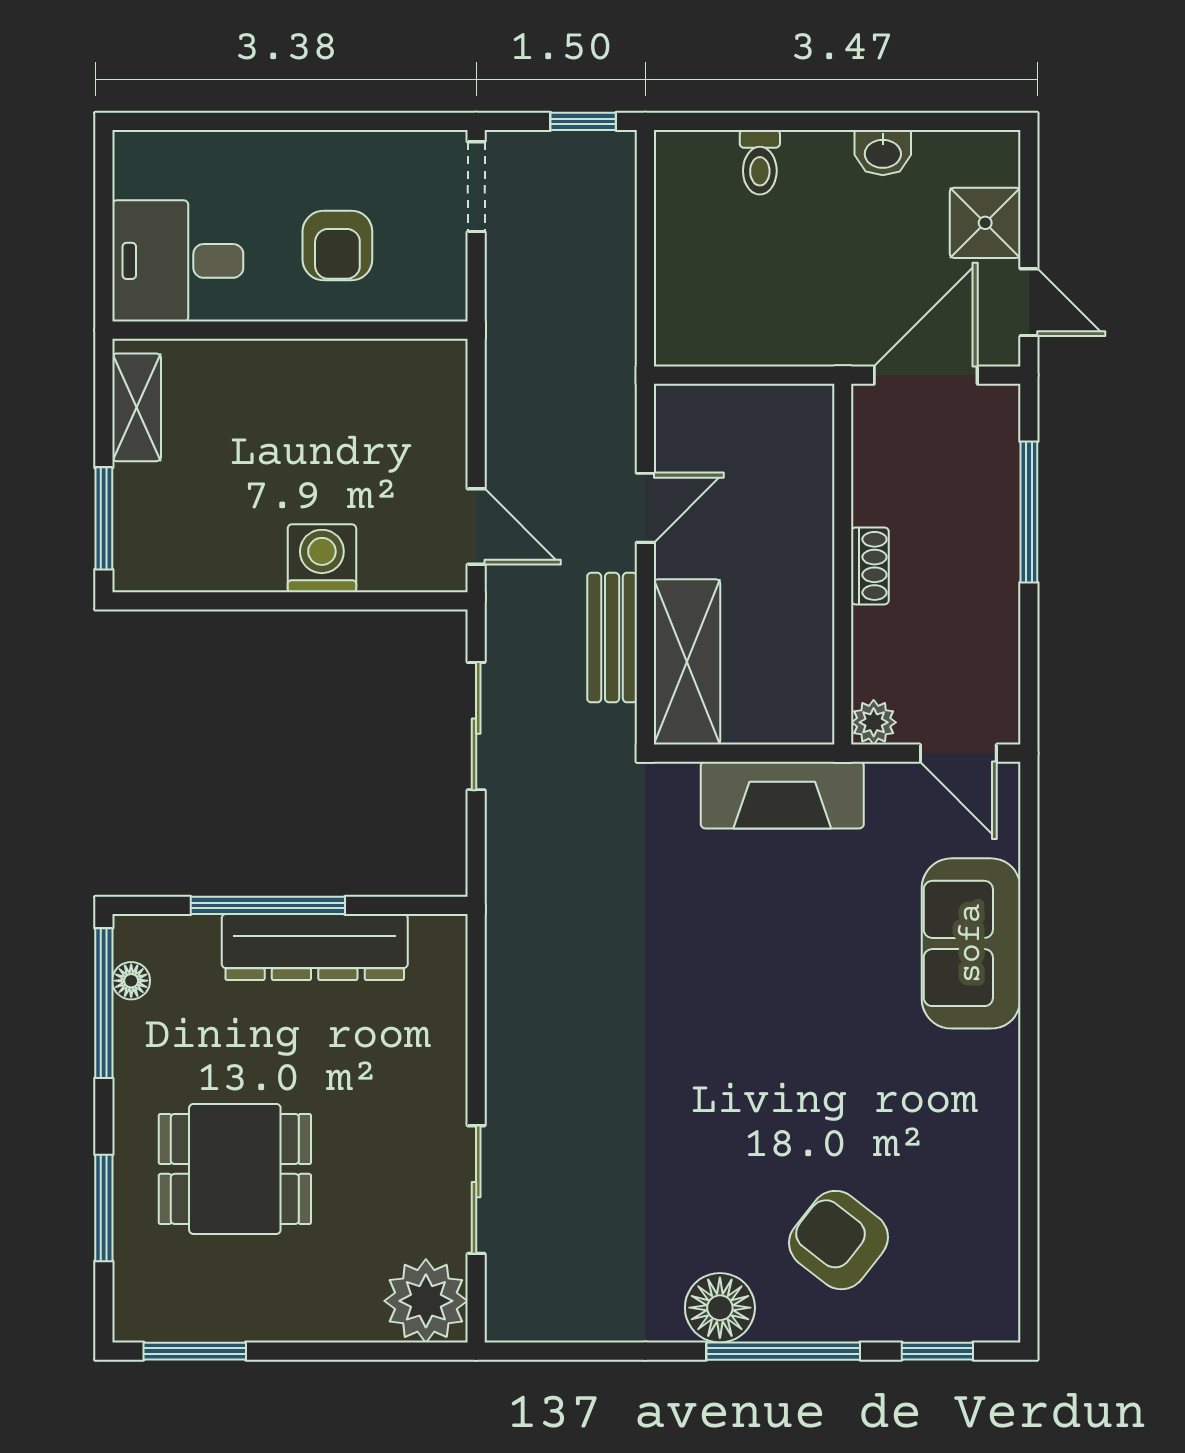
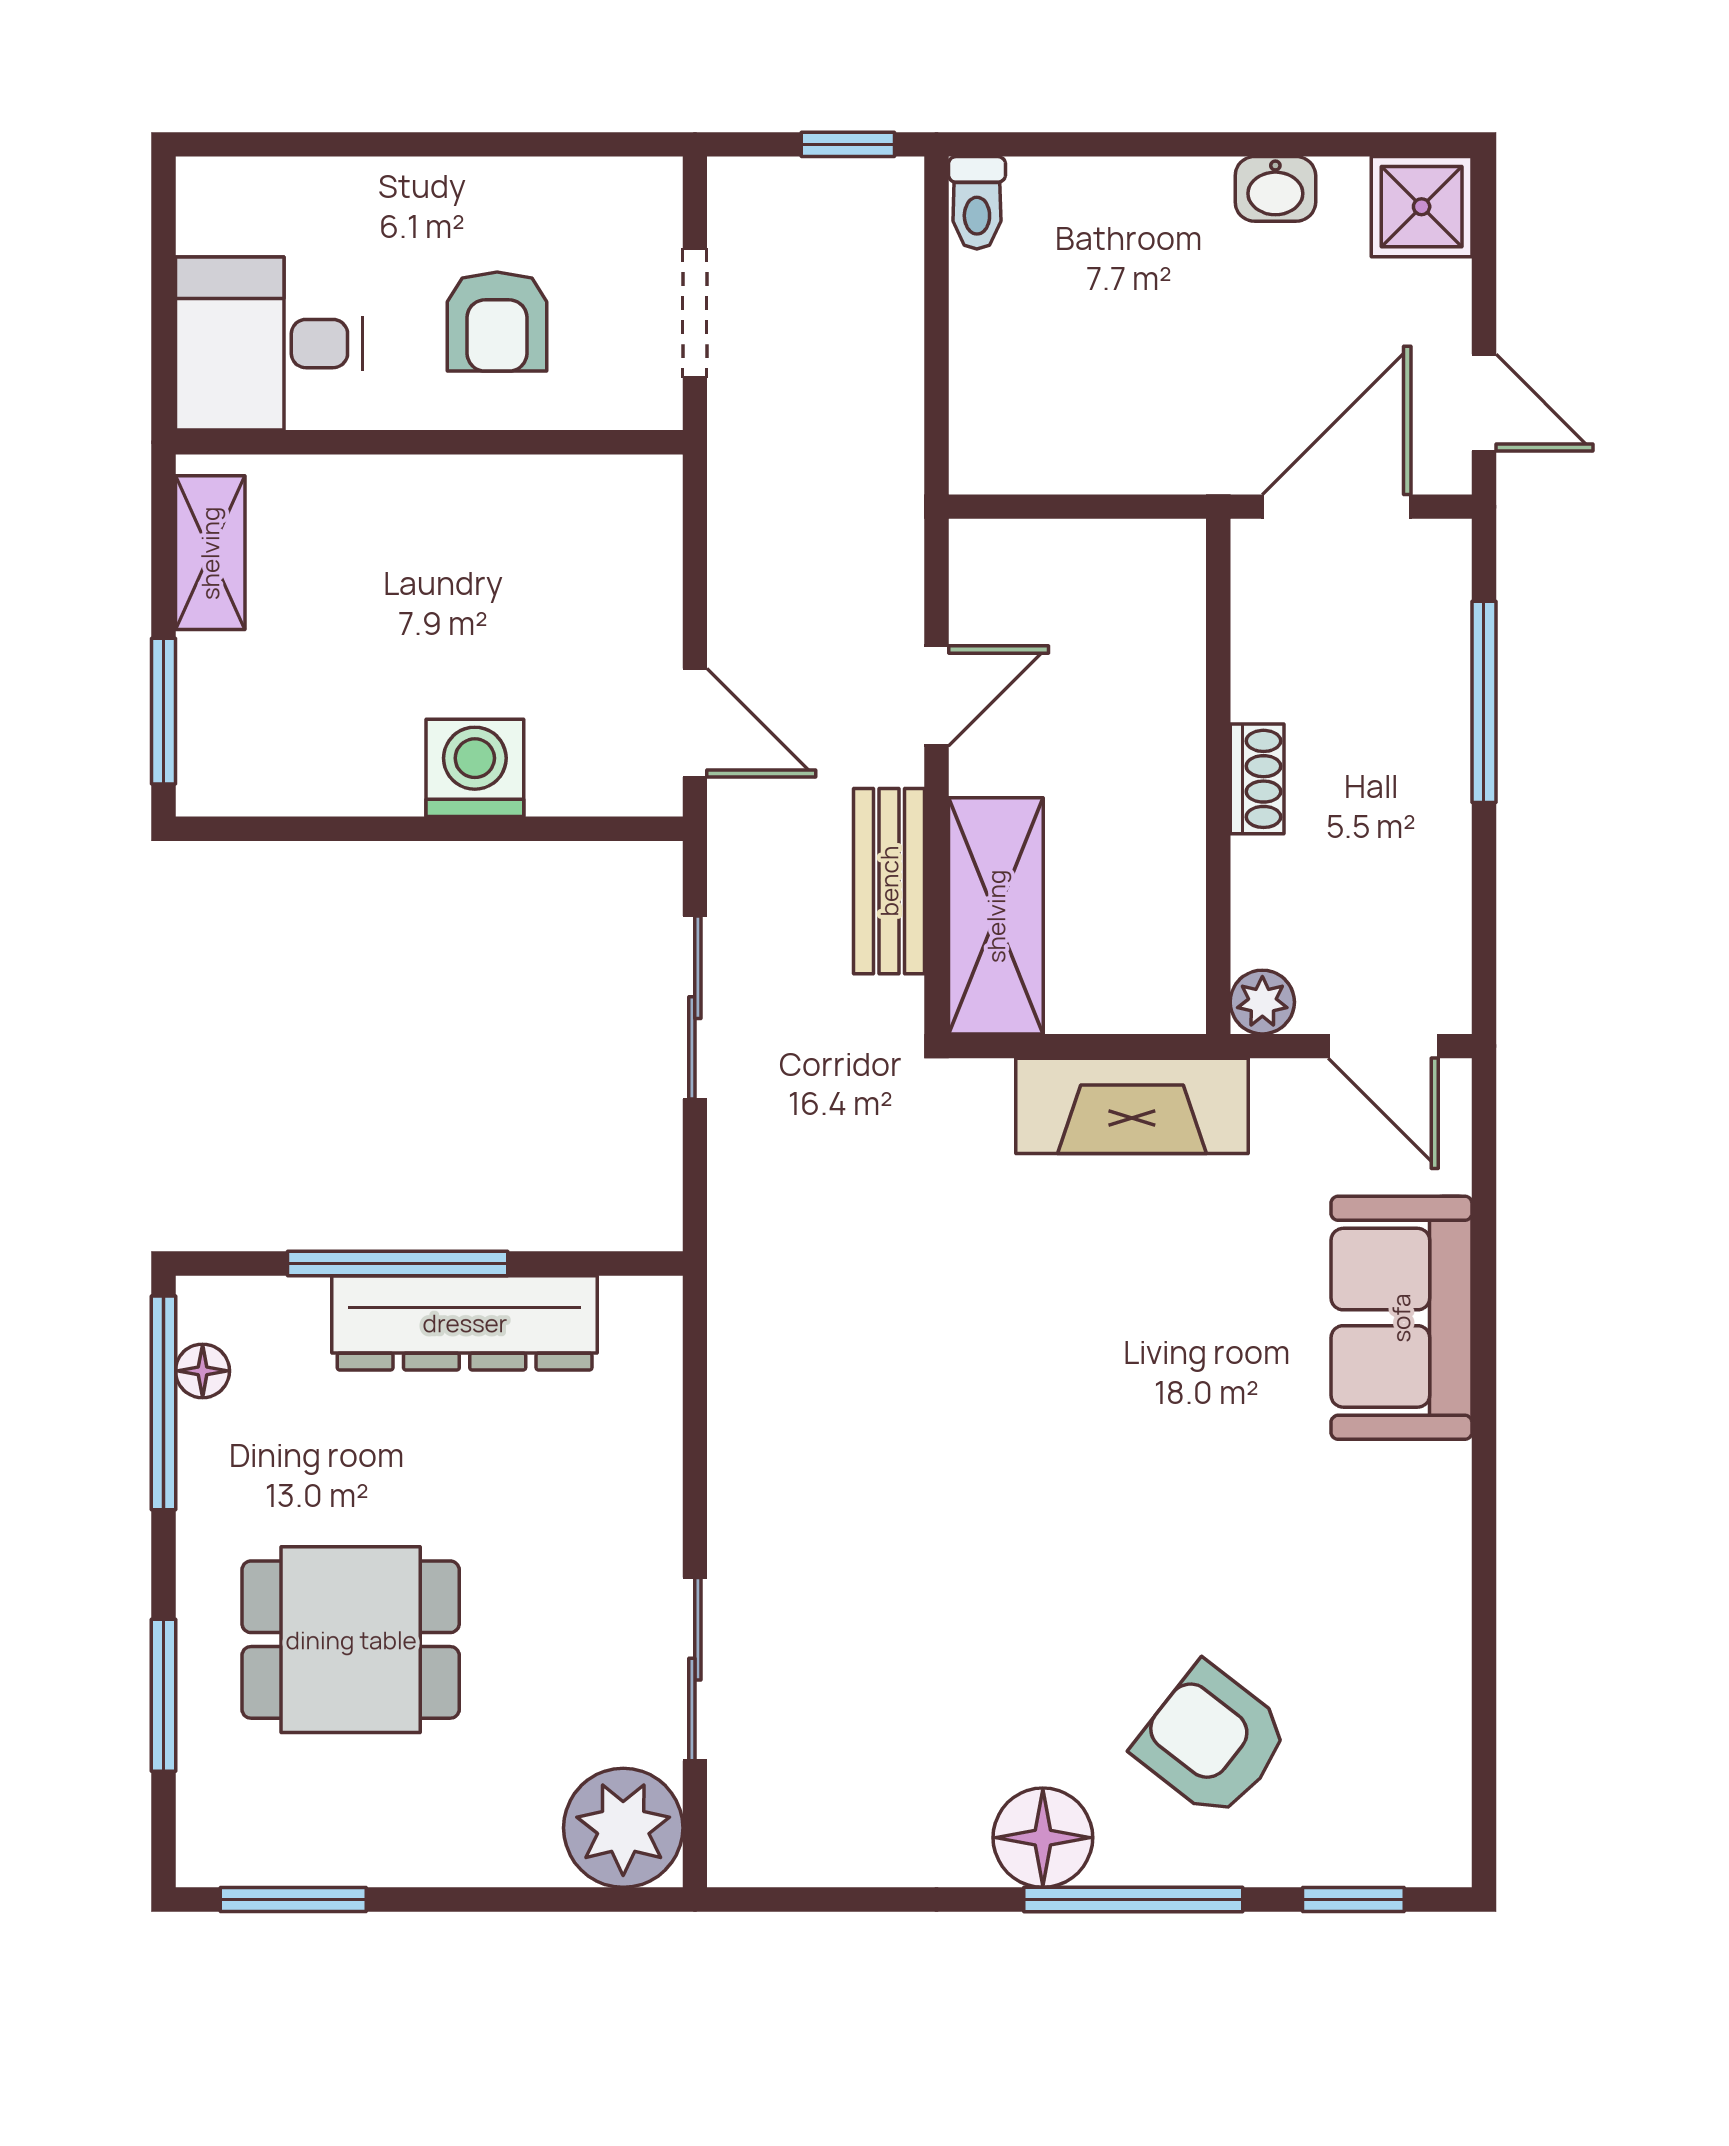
toilet: (760, 162) -> (977, 203), moved
doorway: (476, 187) -> (695, 313), moved
shower: (985, 223) -> (1422, 207), moved

